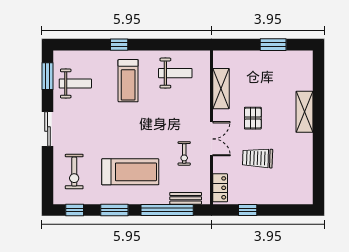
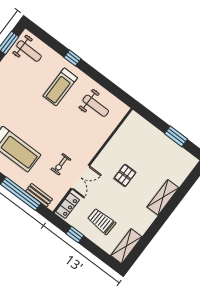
weight bench: (75, 83) -> (29, 51), moved
shelving: (221, 89) -> (126, 246), moved
double door: (212, 139) -> (80, 177), moved
trolley: (258, 158) -> (102, 221), moved

